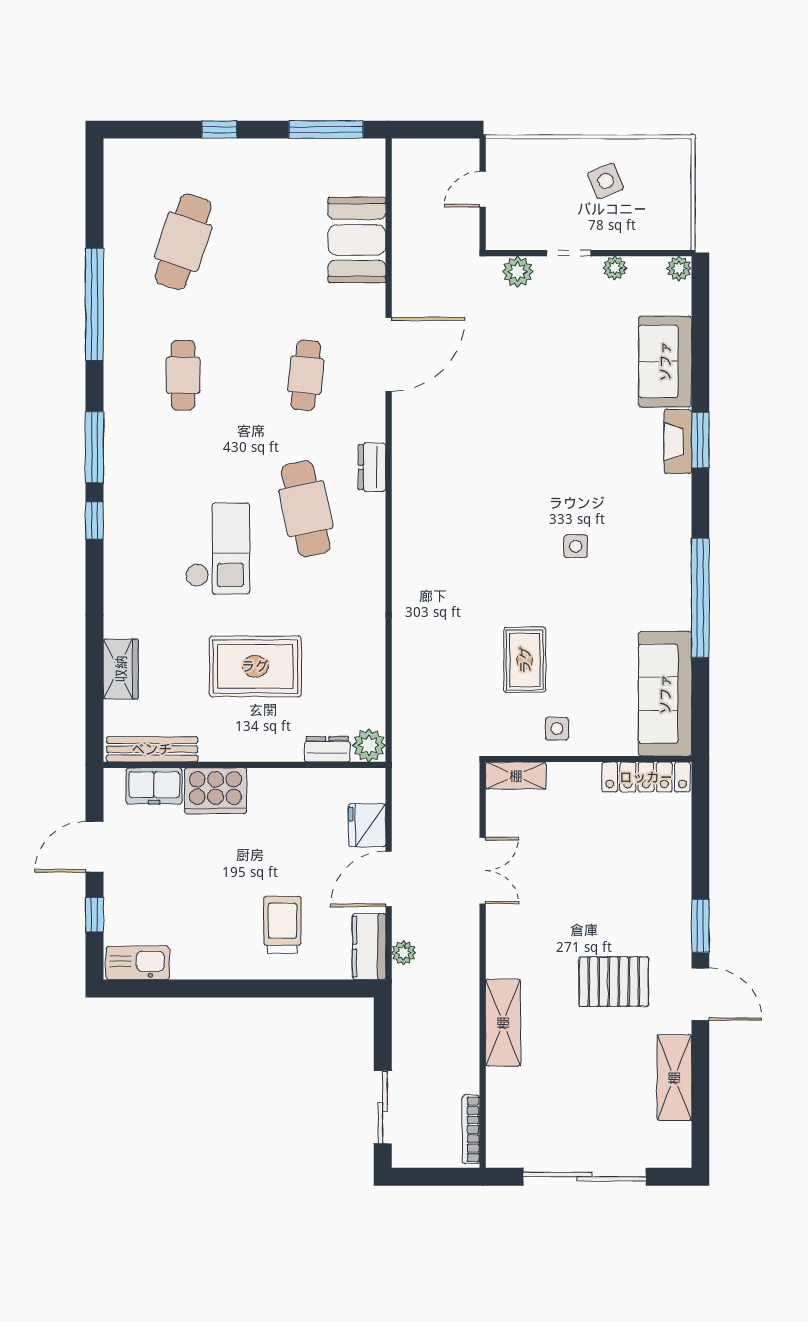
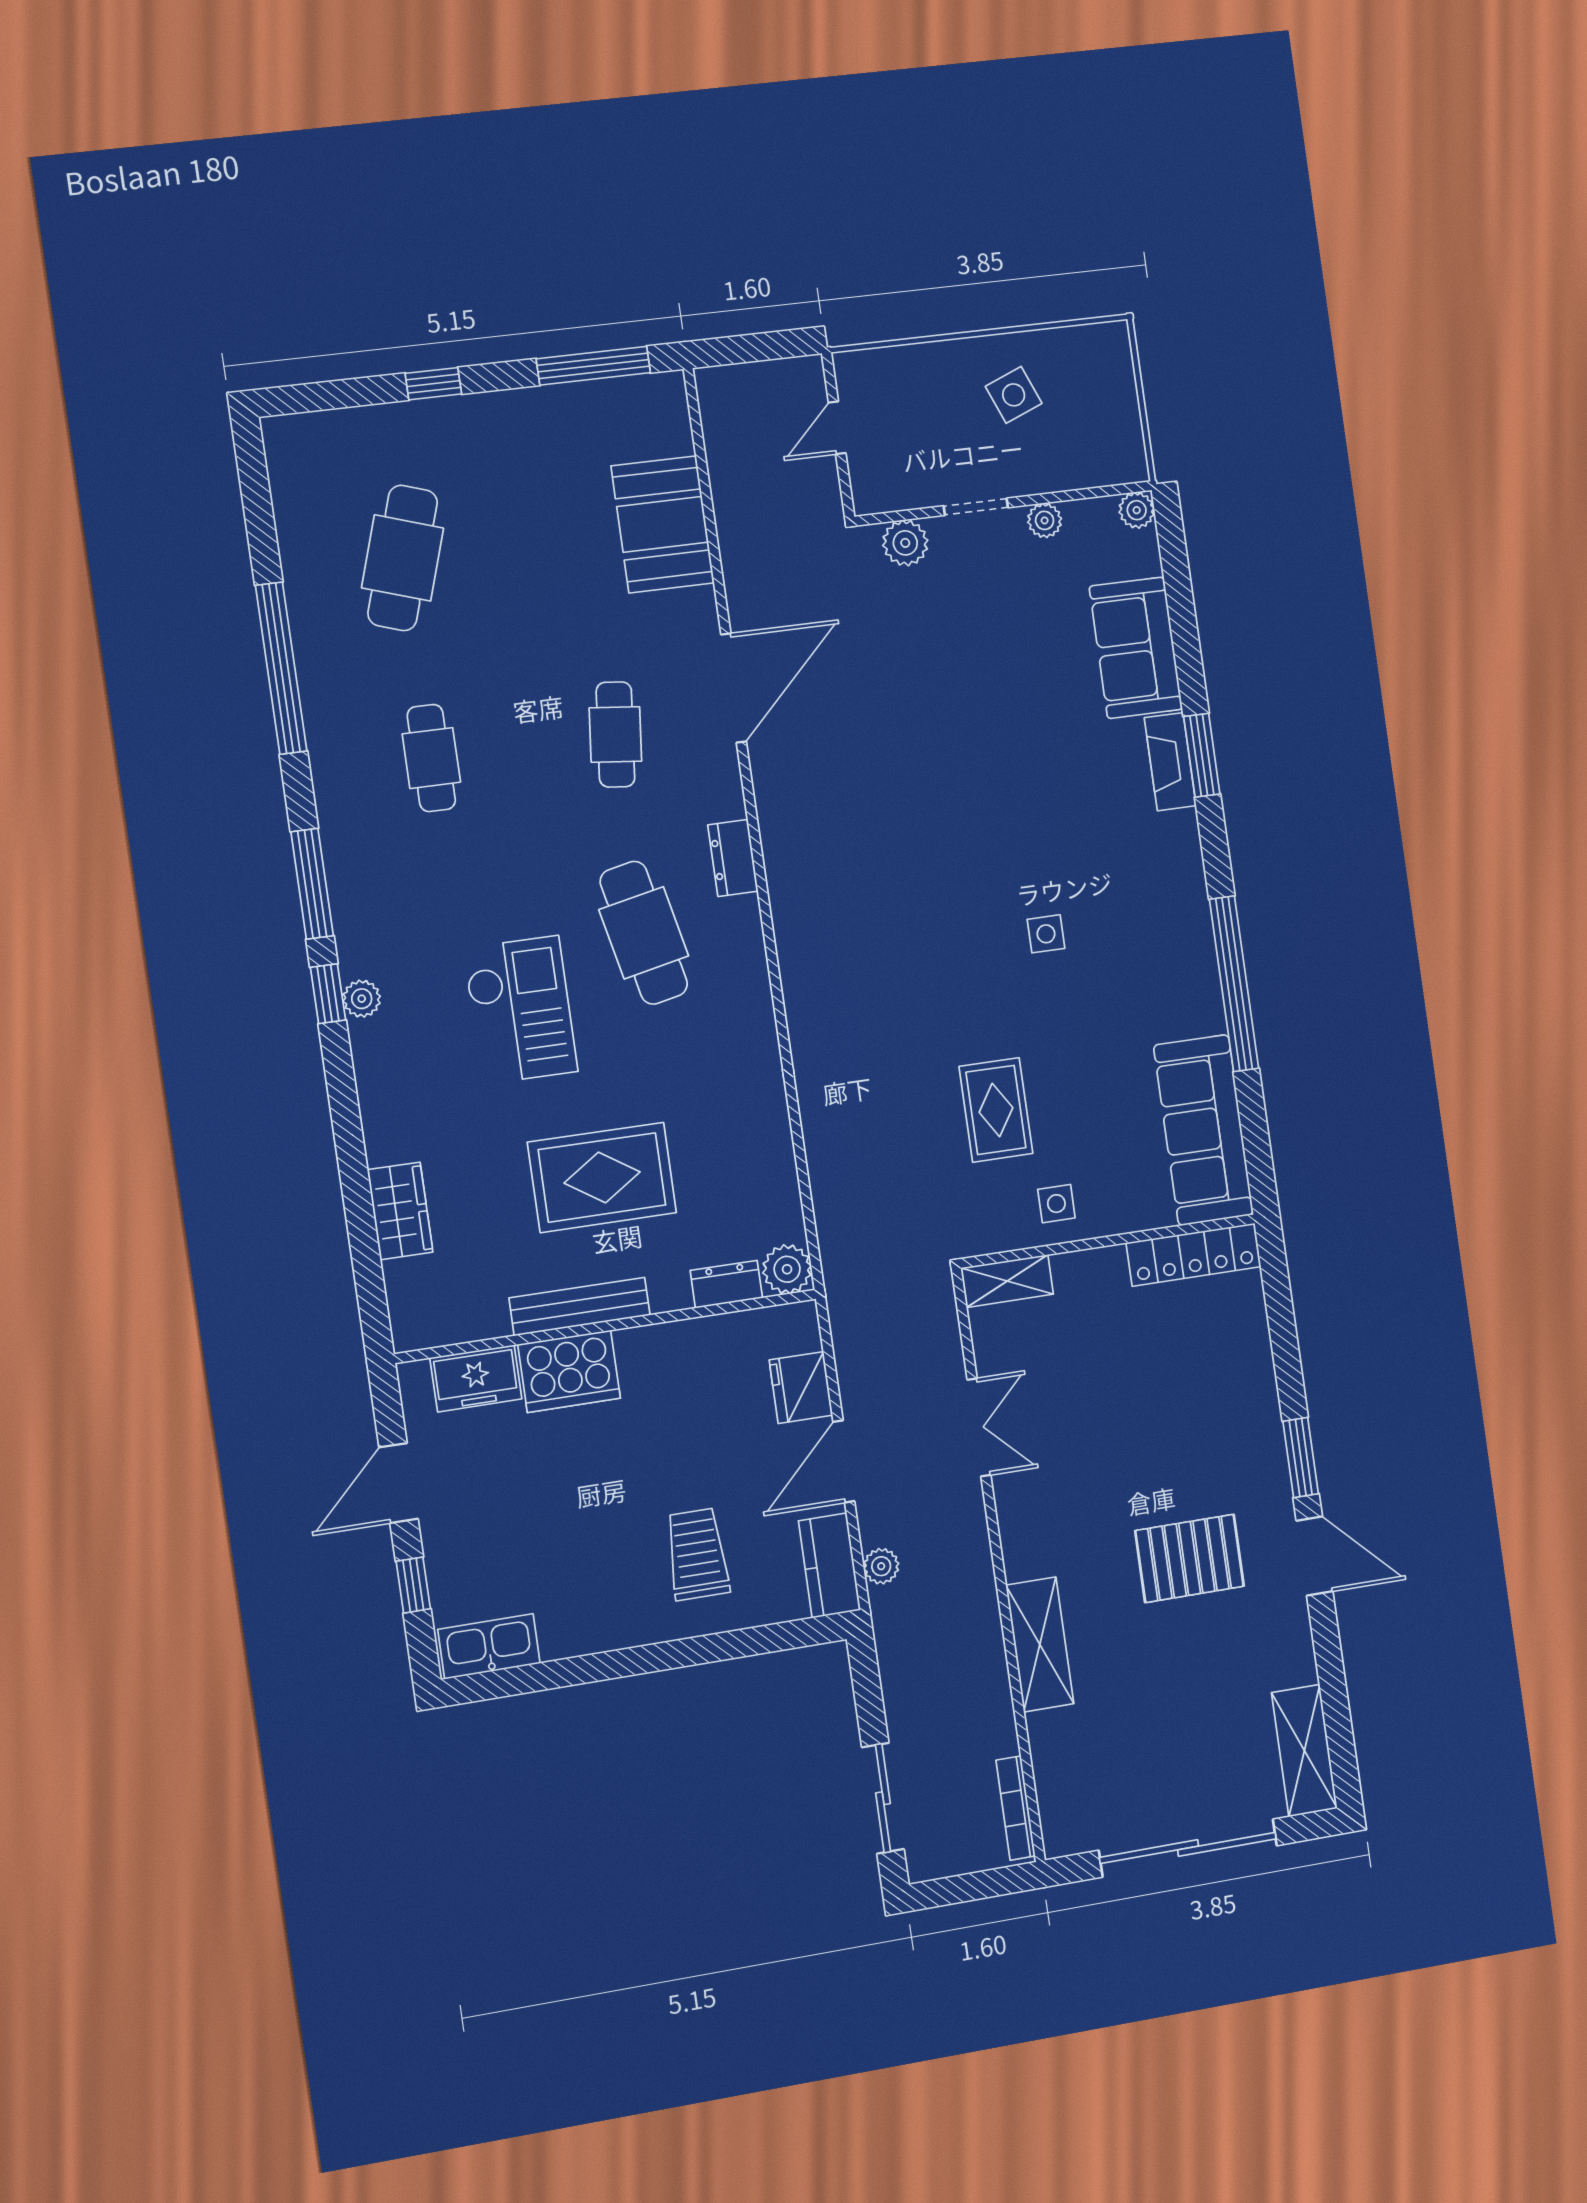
plant: (116, 527) -> (362, 999), added
bench: (152, 749) -> (580, 1307), moved
shelving: (674, 1078) -> (1304, 1751), moved

